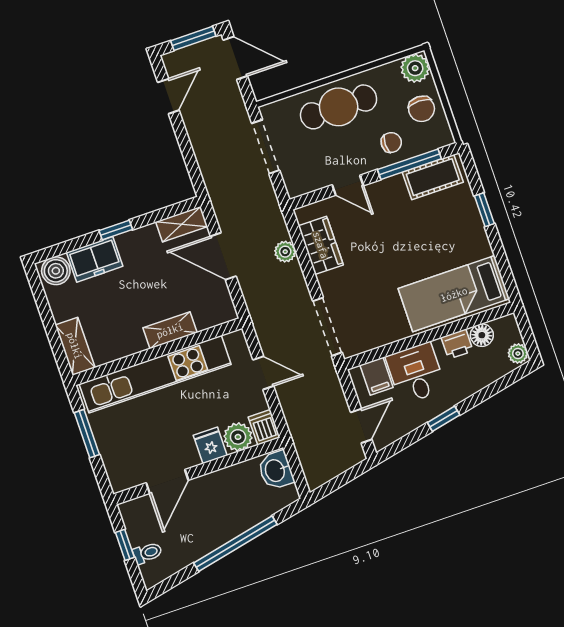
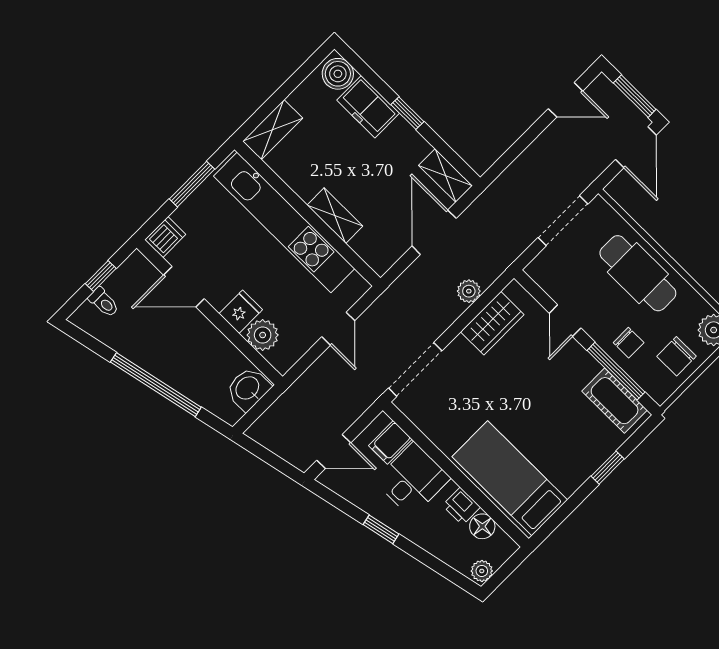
dishwasher: (264, 427) -> (165, 237), moved

